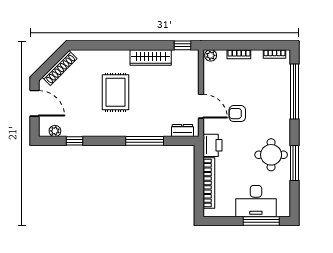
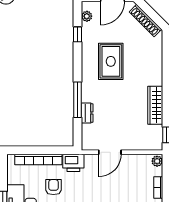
rug: (115, 92) -> (111, 61), moved, turned 90
armchair: (237, 114) -> (53, 187), moved
dresser: (182, 131) -> (87, 113), moved

